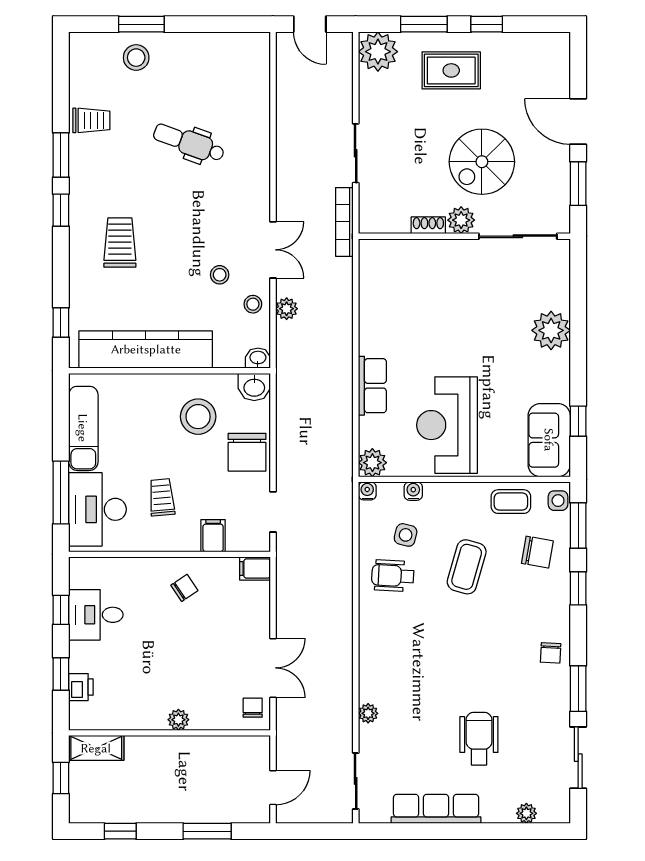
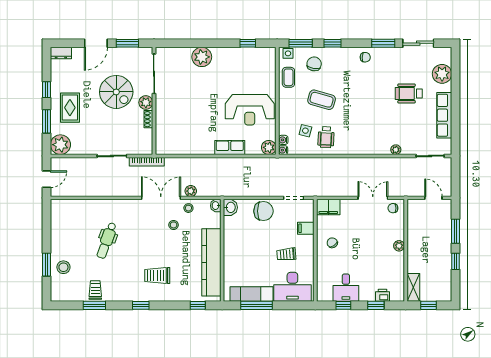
dresser: (559, 52) -> (61, 53), added
window: (61, 155) -> (94, 305), moved
double door: (273, 250) -> (161, 198), width x1.37
stool: (198, 417) -> (245, 236), removed
sofa: (549, 440) -> (257, 58), removed
water cooler: (413, 491) -> (283, 140), moved
window: (61, 492) -> (257, 305), moved
filing cabinet: (255, 569) -> (328, 207), width x2.00
plant: (526, 813) -> (442, 74), width x1.88, depth x1.88
window: (120, 831) -> (456, 261), moved

